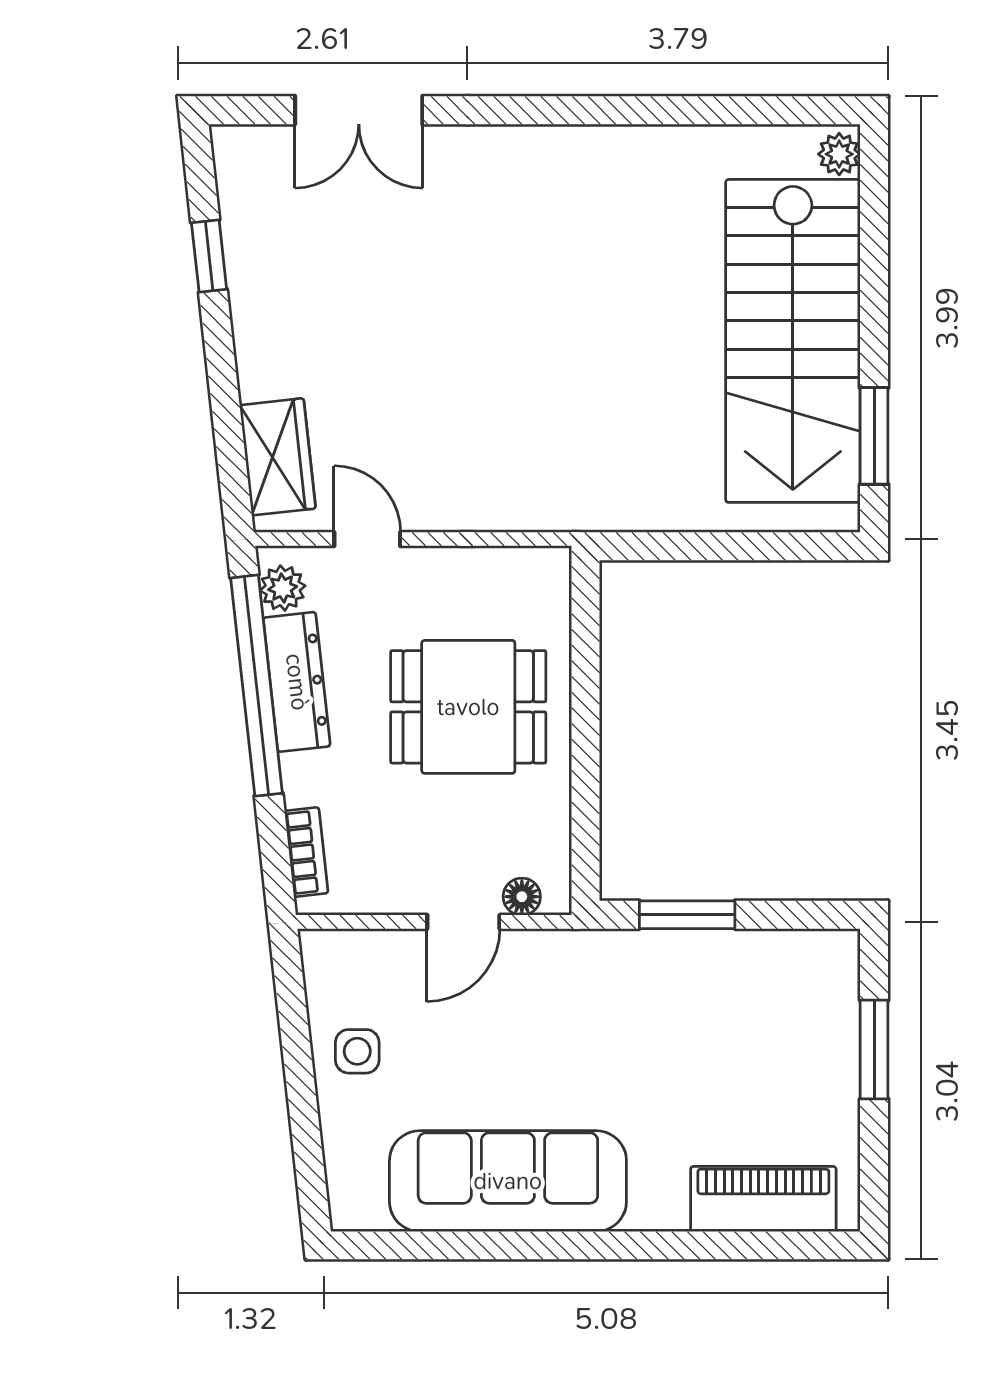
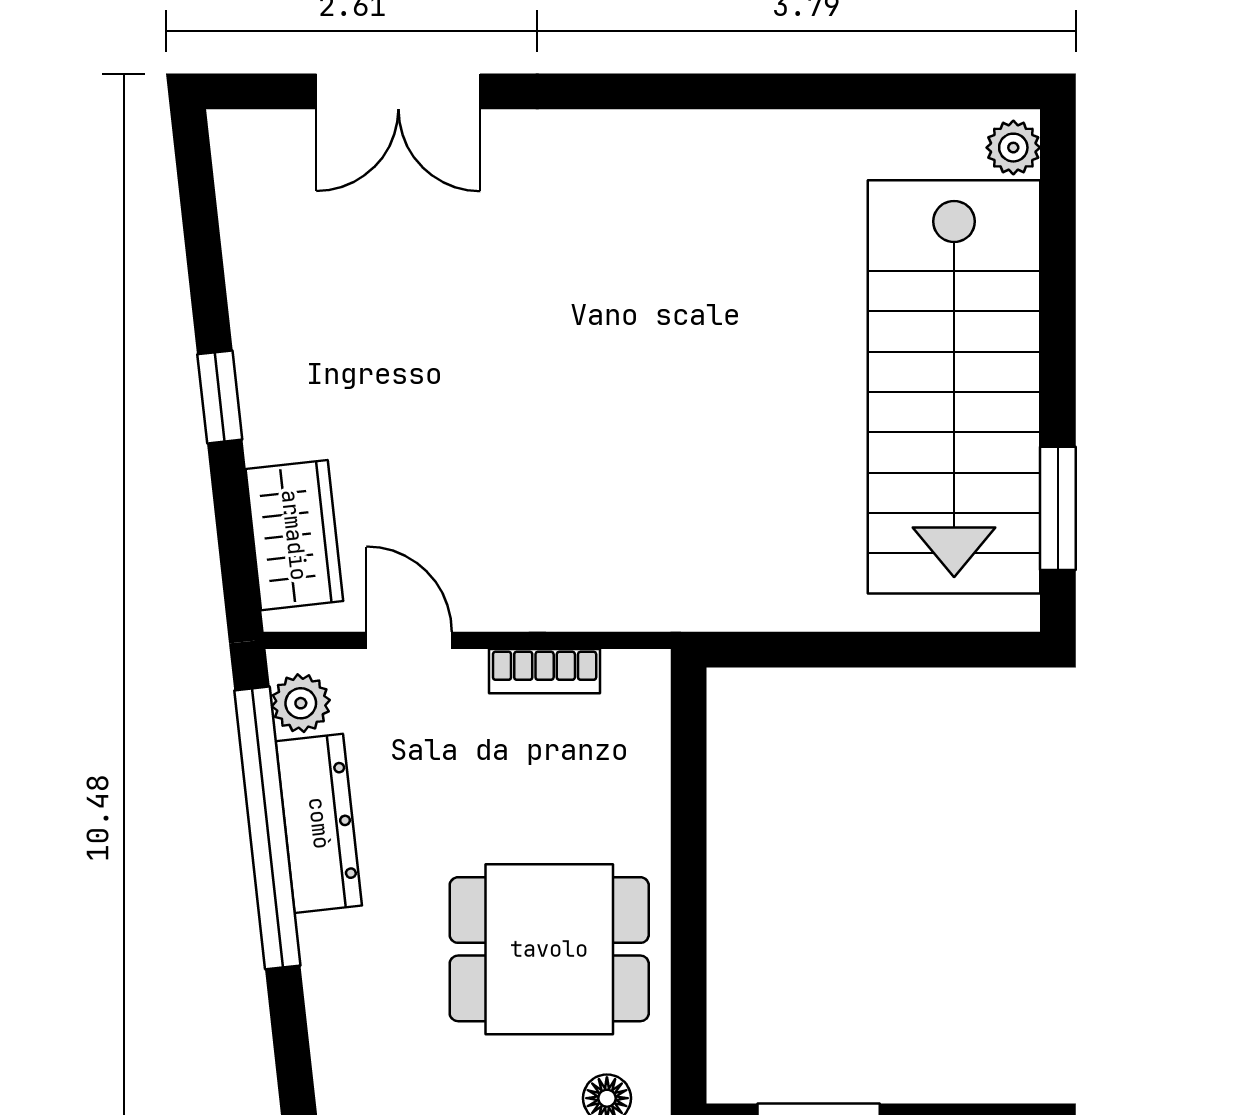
window: (209, 256) -> (220, 397), moved
dining table: (468, 707) -> (549, 949), moved
bookcase: (306, 852) -> (545, 671), moved, turned 96

